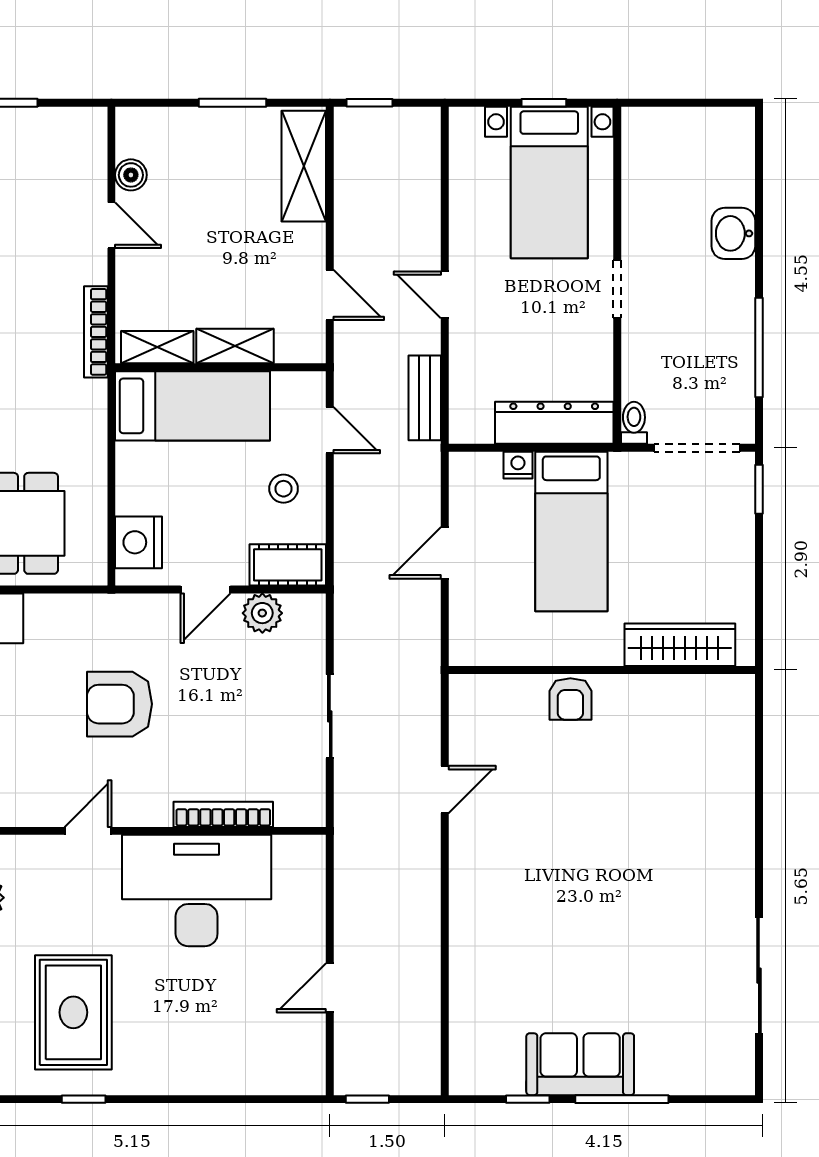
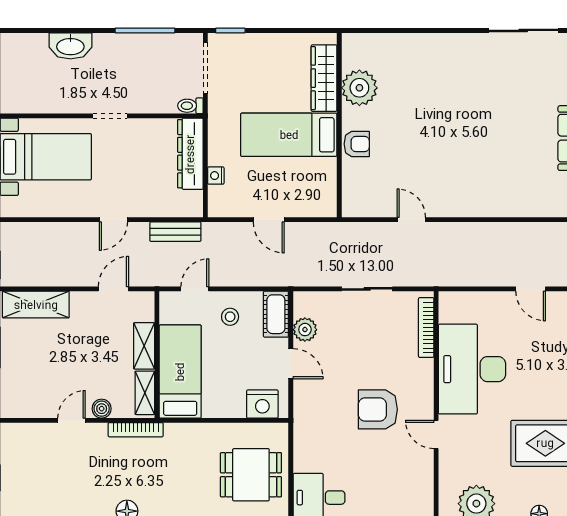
boiler: (131, 175) -> (102, 409), moved
washbasin: (733, 233) -> (70, 46), width x1.38
bed: (571, 531) -> (289, 135), moved, turned 180
plant: (664, 703) -> (359, 88), added
armchair: (119, 704) -> (378, 409), moved, turned 90
bookcase: (223, 814) -> (426, 328), moved

